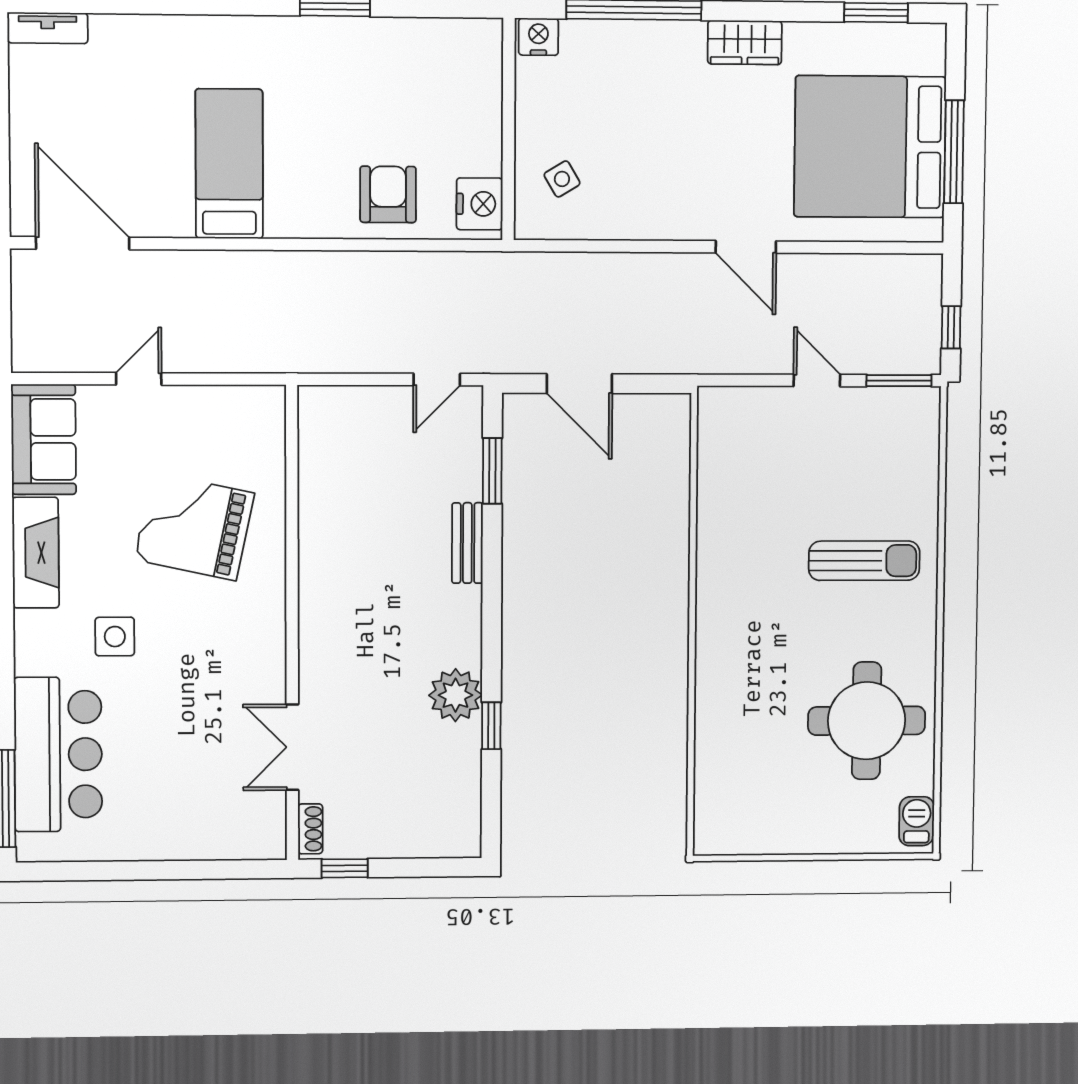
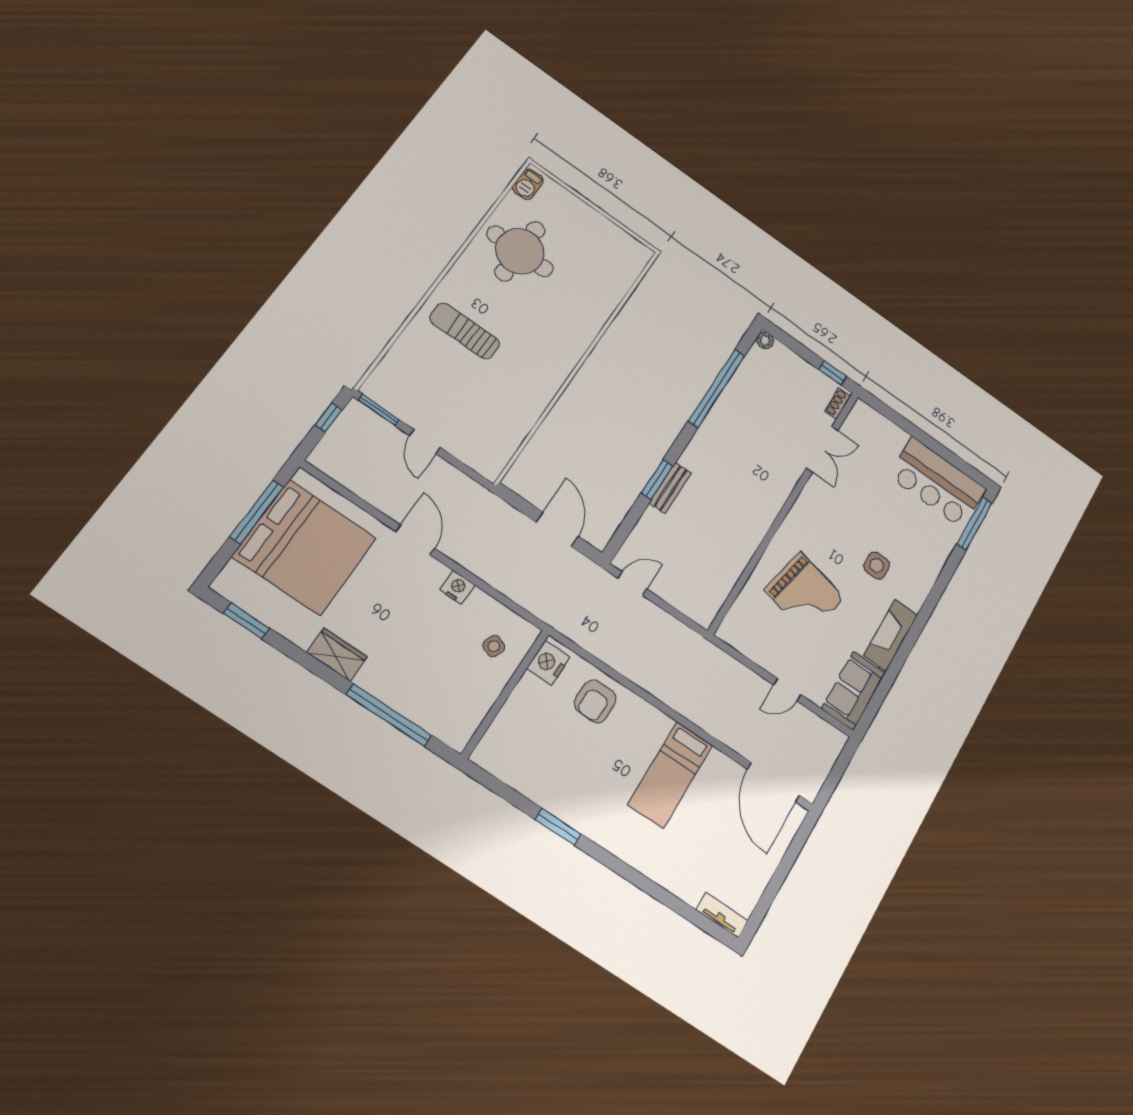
nightstand: (538, 37) -> (457, 587), moved, turned 180
side table: (562, 179) -> (494, 646), turned -36
window: (492, 471) -> (657, 479), moved
plant: (455, 695) -> (765, 340), moved, width x0.53, depth x0.53
window: (491, 726) -> (716, 389), width x3.17
bar counter: (58, 754) -> (937, 483), moved, turned -90

